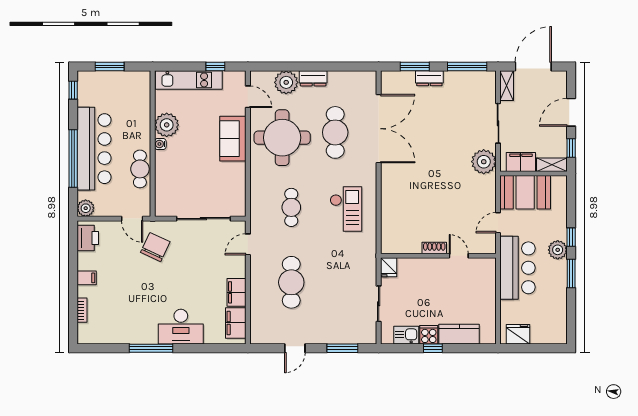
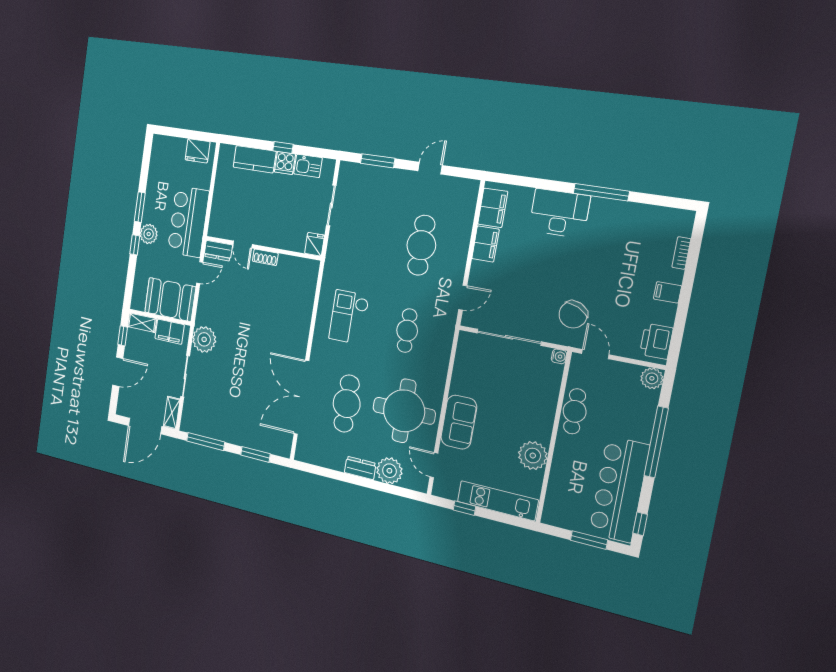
dresser: (429, 78) -> (218, 251), moved, turned 180
water cooler: (160, 144) -> (559, 356), moved
bar counter: (94, 149) -> (619, 489), moved

